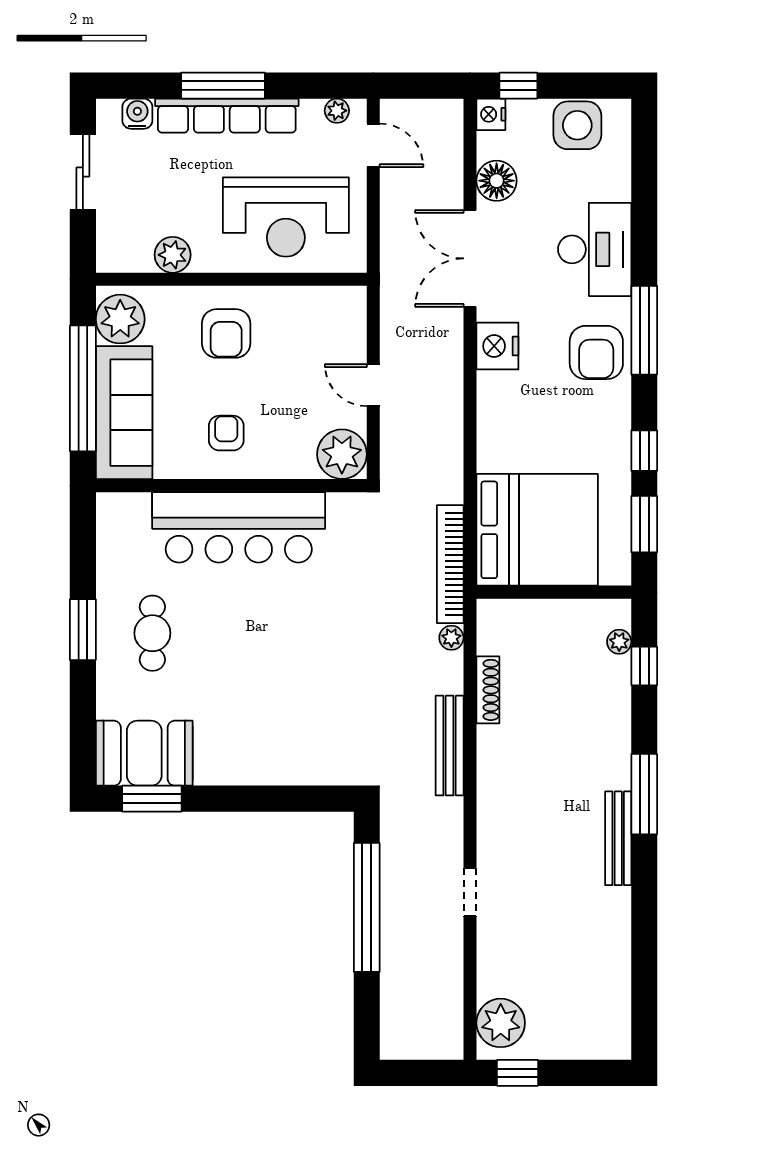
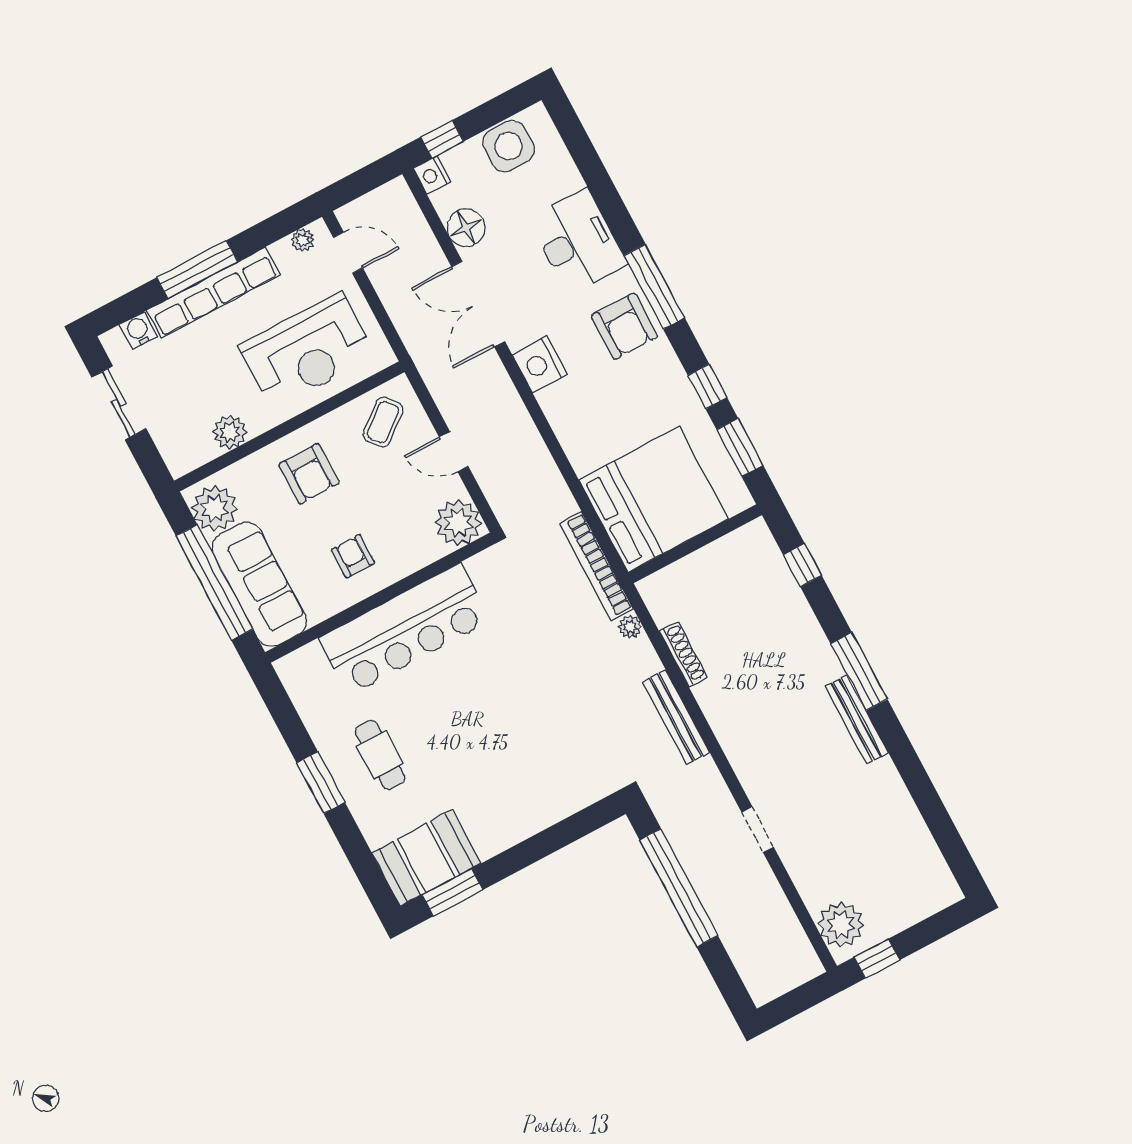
coffee table: (322, 322) -> (383, 422), added
plant: (619, 642) -> (771, 556), removed

